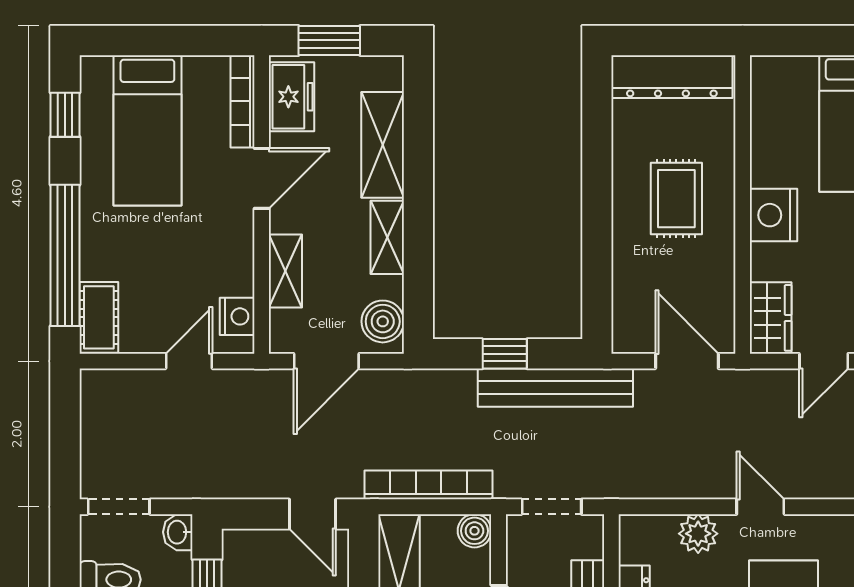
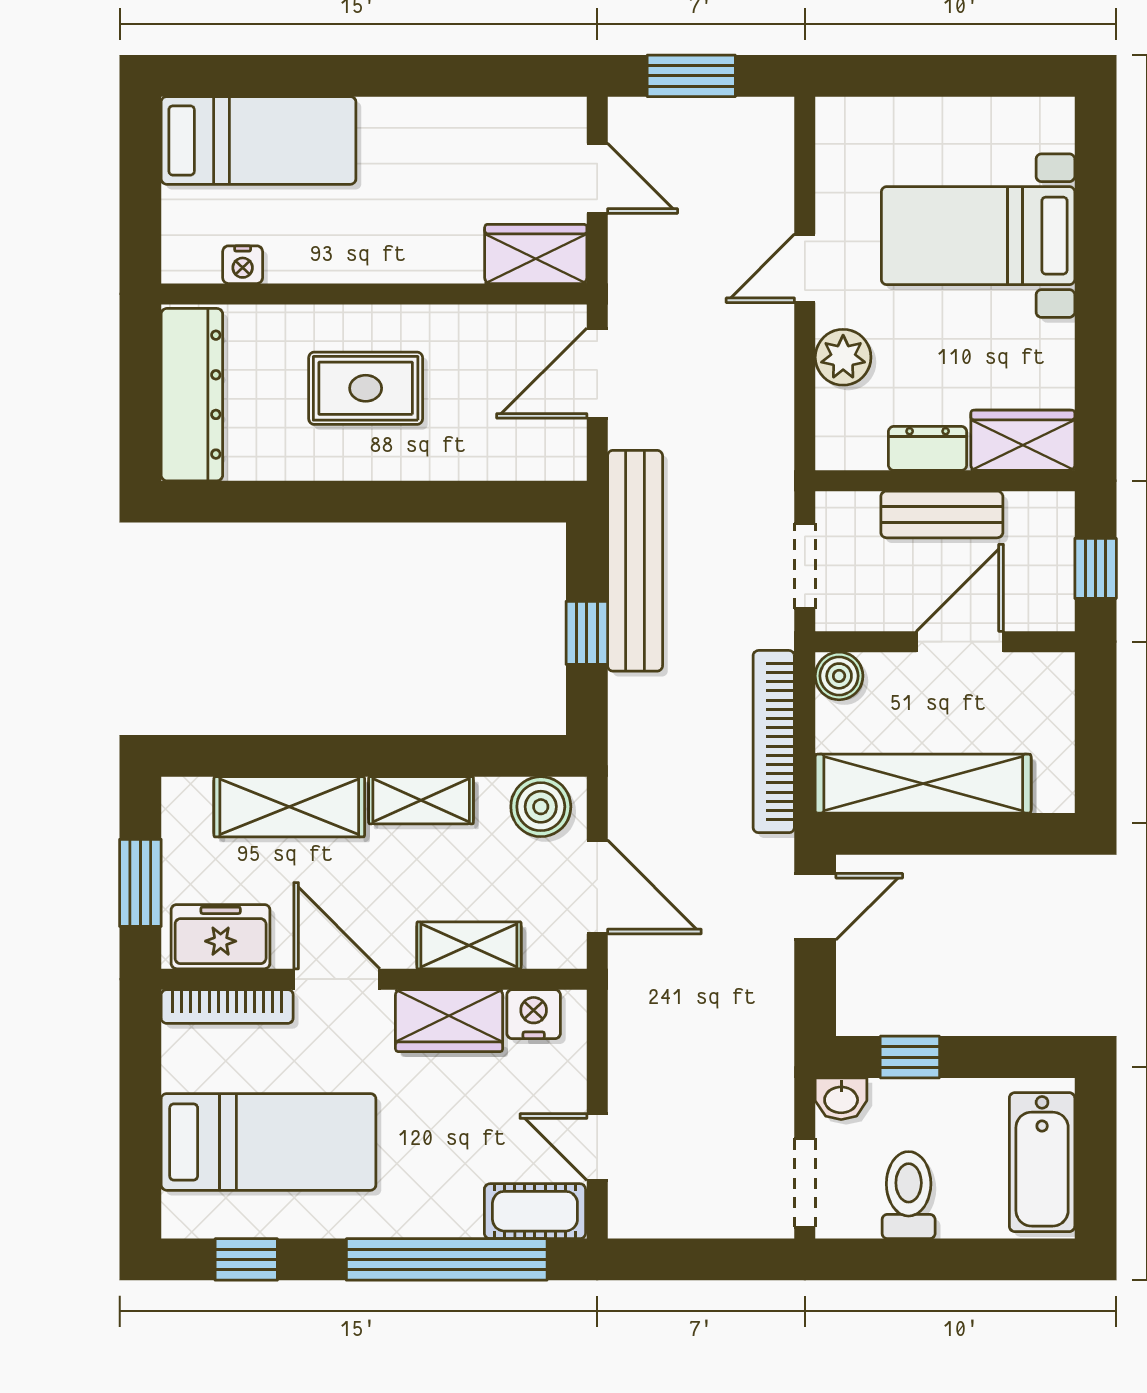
nightstand: (774, 215) -> (243, 265), moved, width x0.53, depth x0.56
wardrobe: (233, 257) -> (449, 1021), added
door: (189, 361) -> (597, 1147), moved

